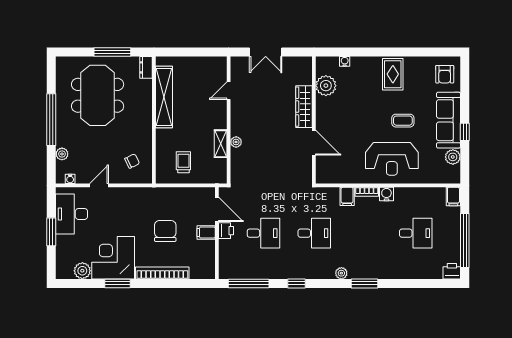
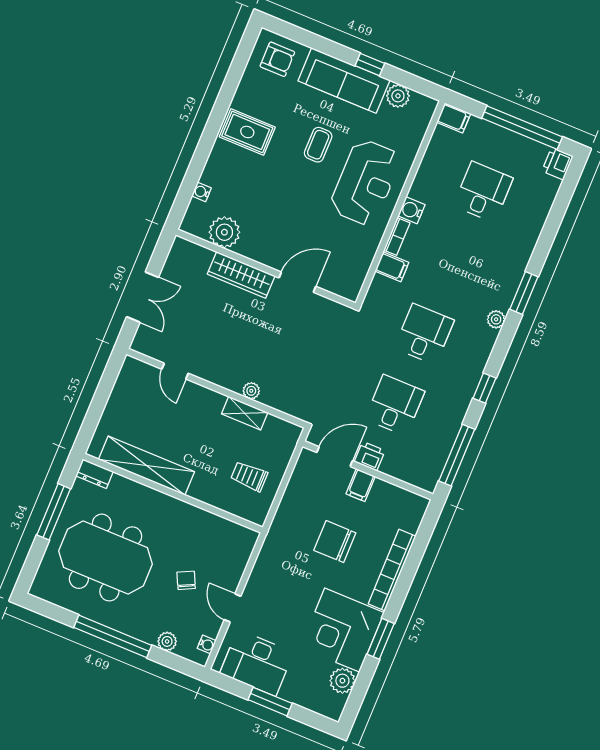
chair: (132, 161) -> (186, 580), moved

